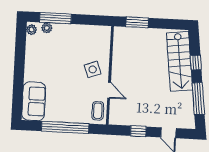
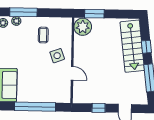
plant: (123, 37) -> (83, 27), added
coffee table: (98, 111) -> (43, 35), moved

